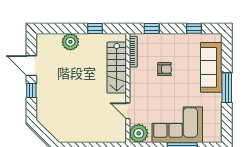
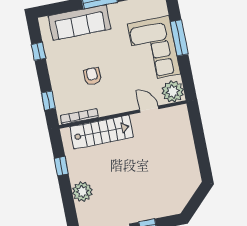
door: (128, 111) -> (149, 109), swing flipped

